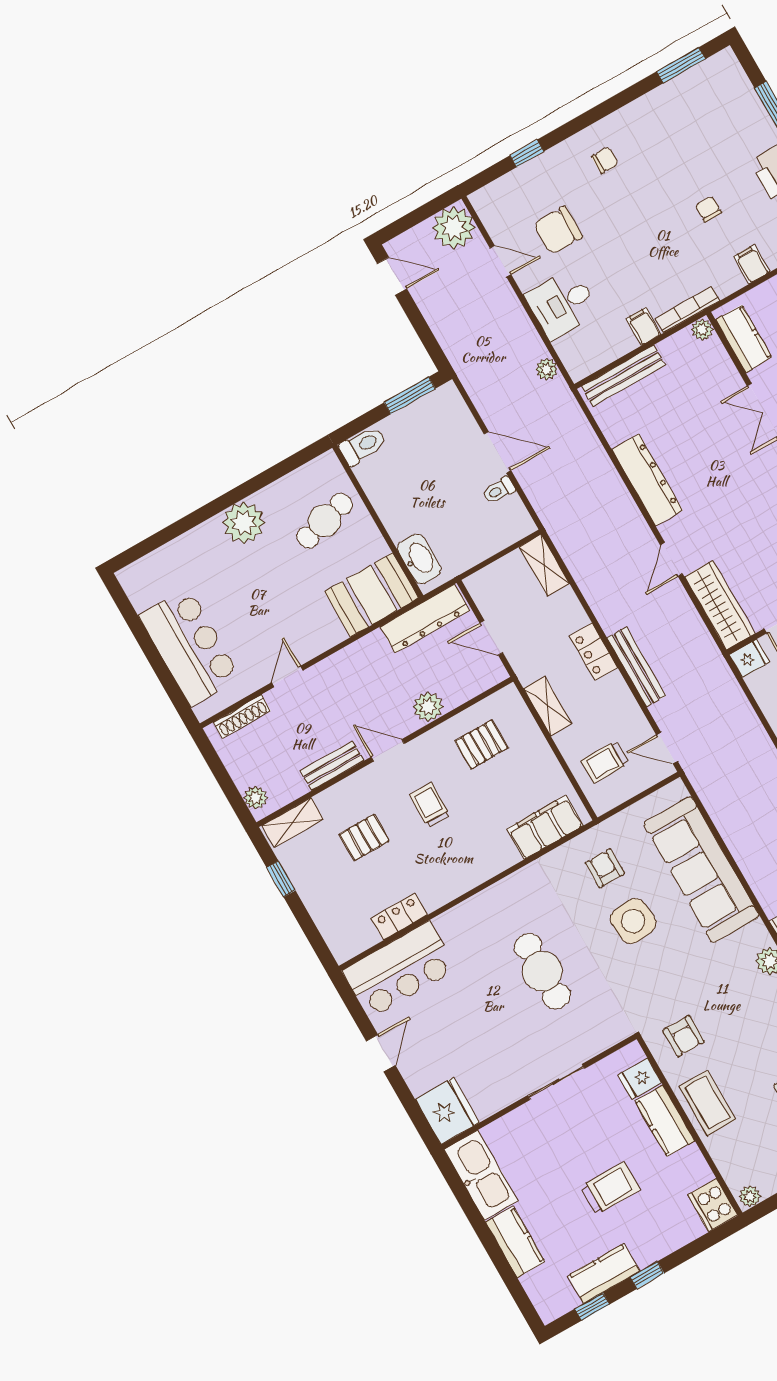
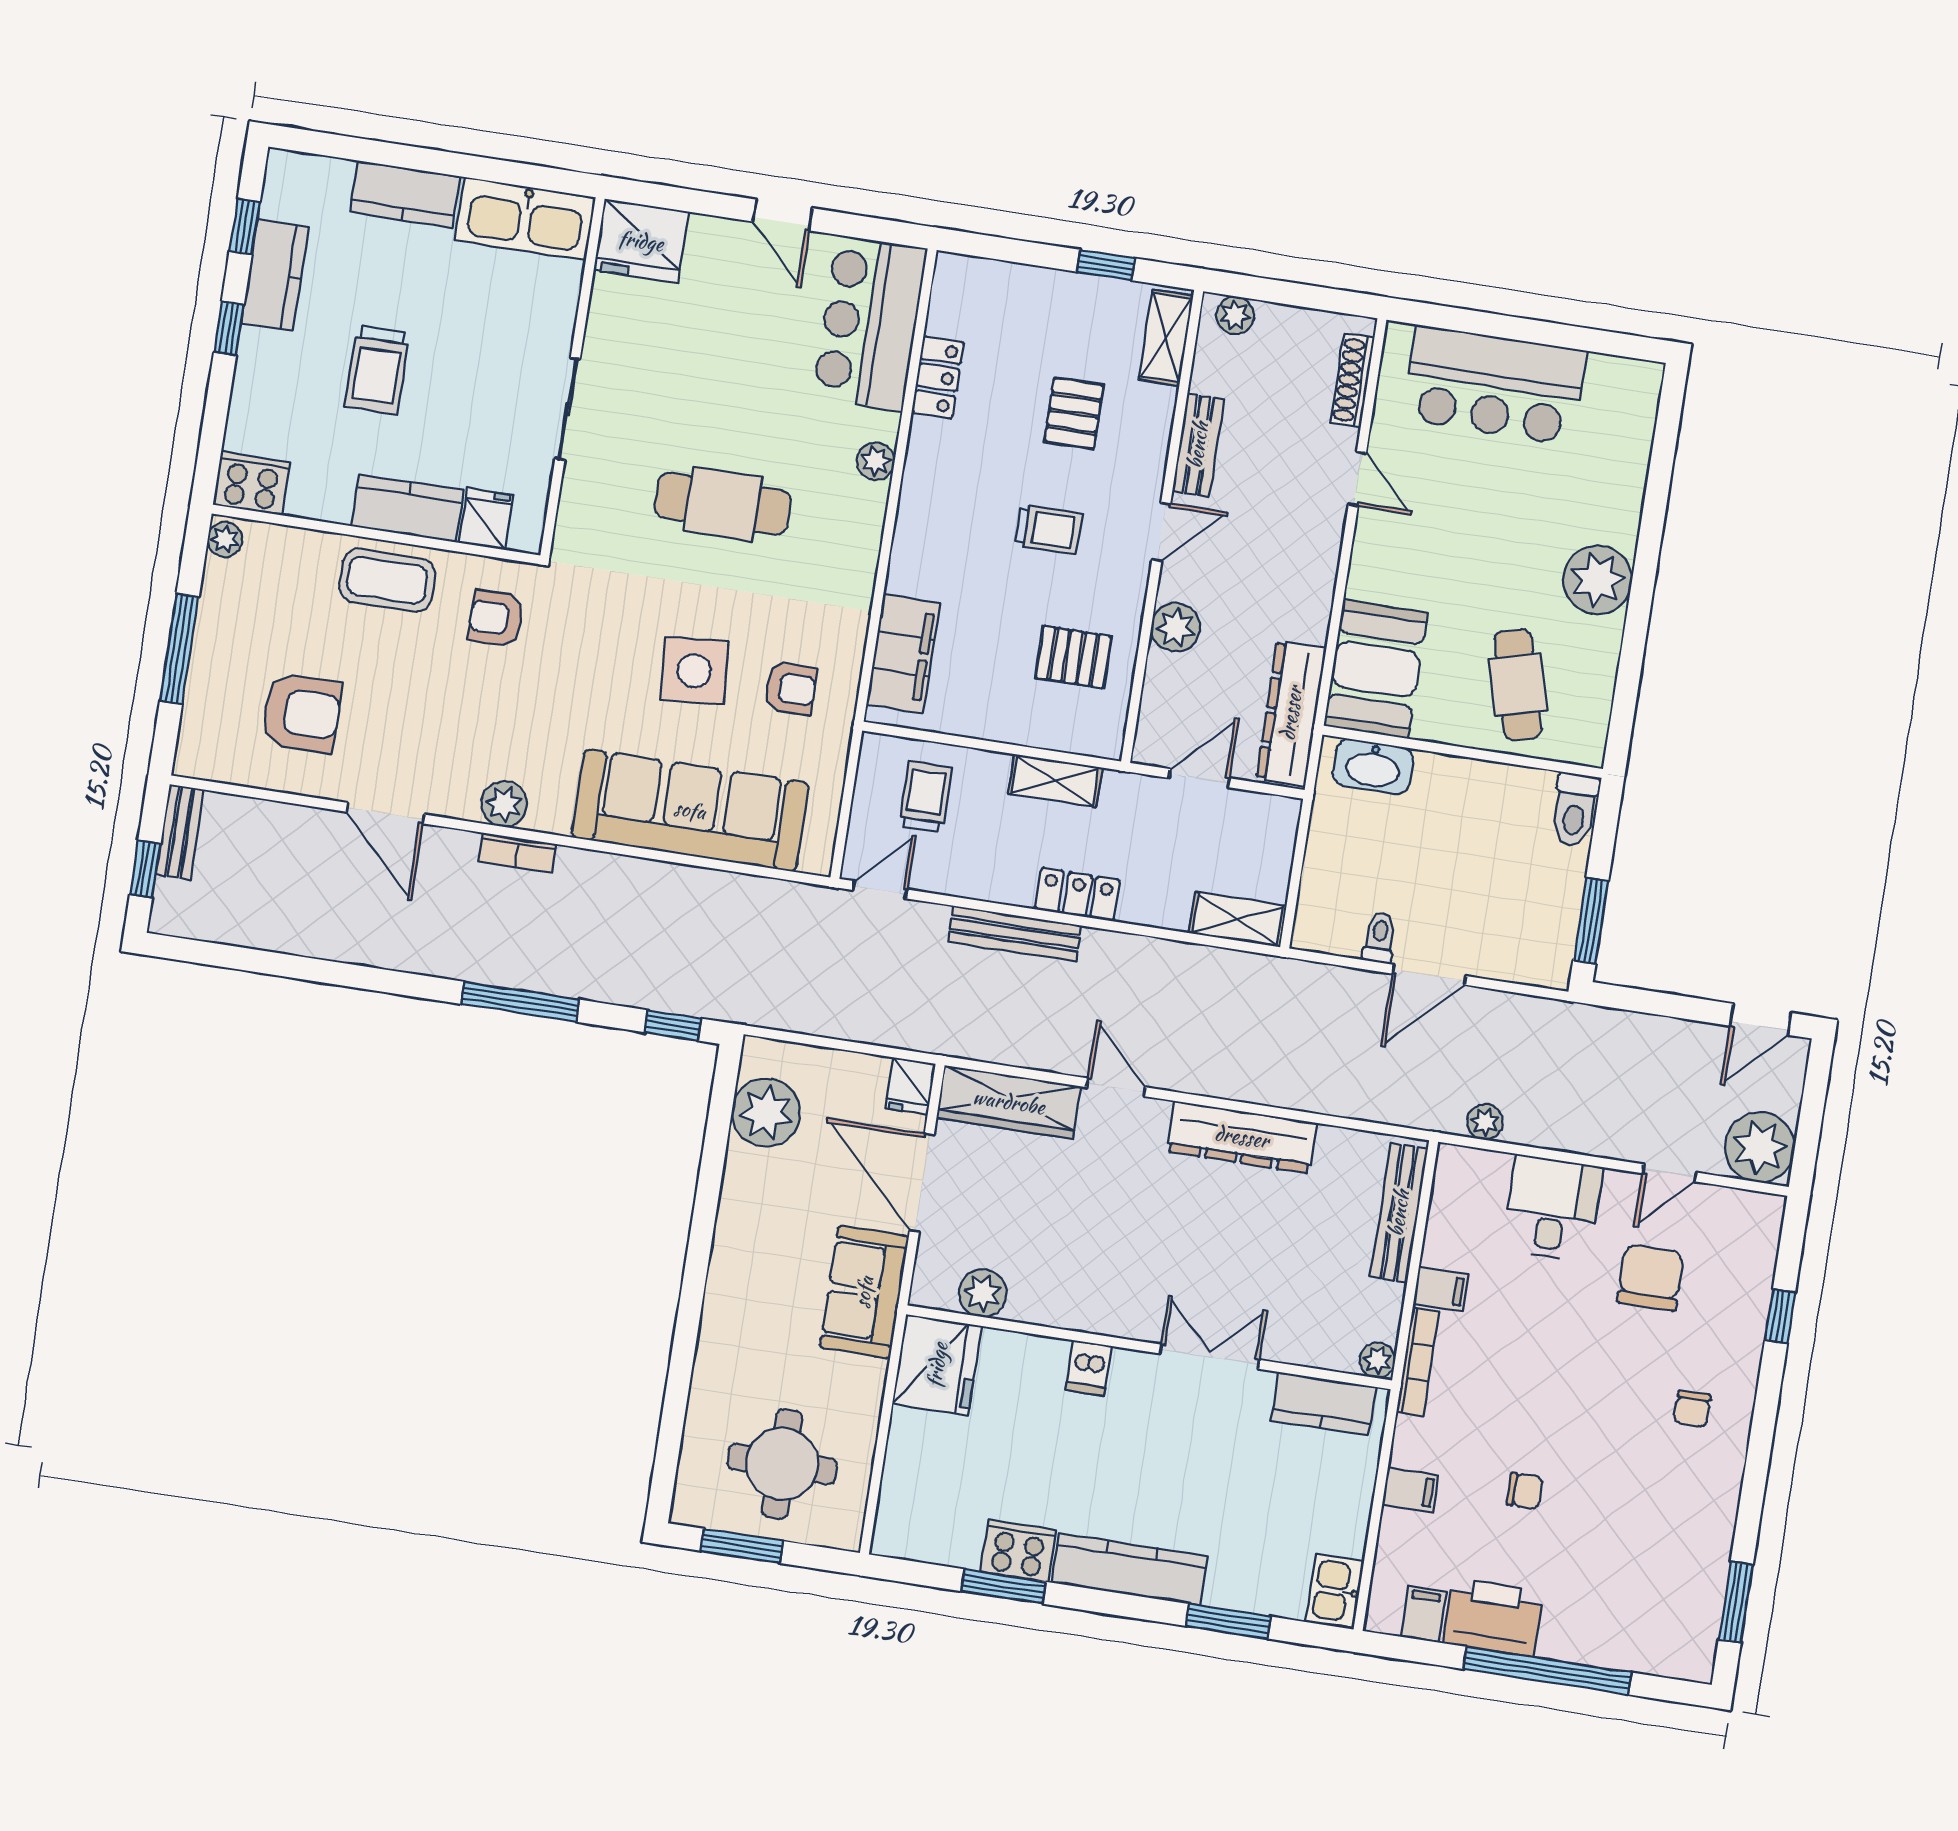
pallet: (481, 744) -> (1073, 657), turned 90
plant: (463, 914) -> (876, 461), added

